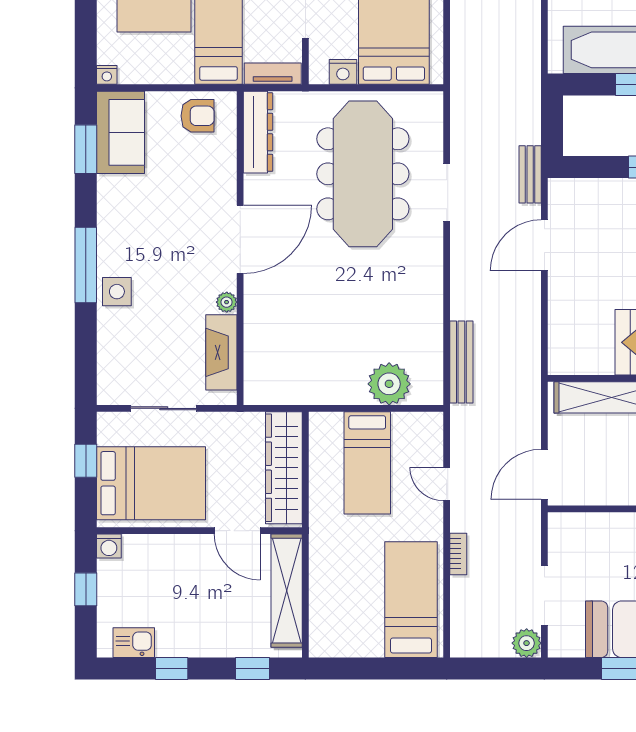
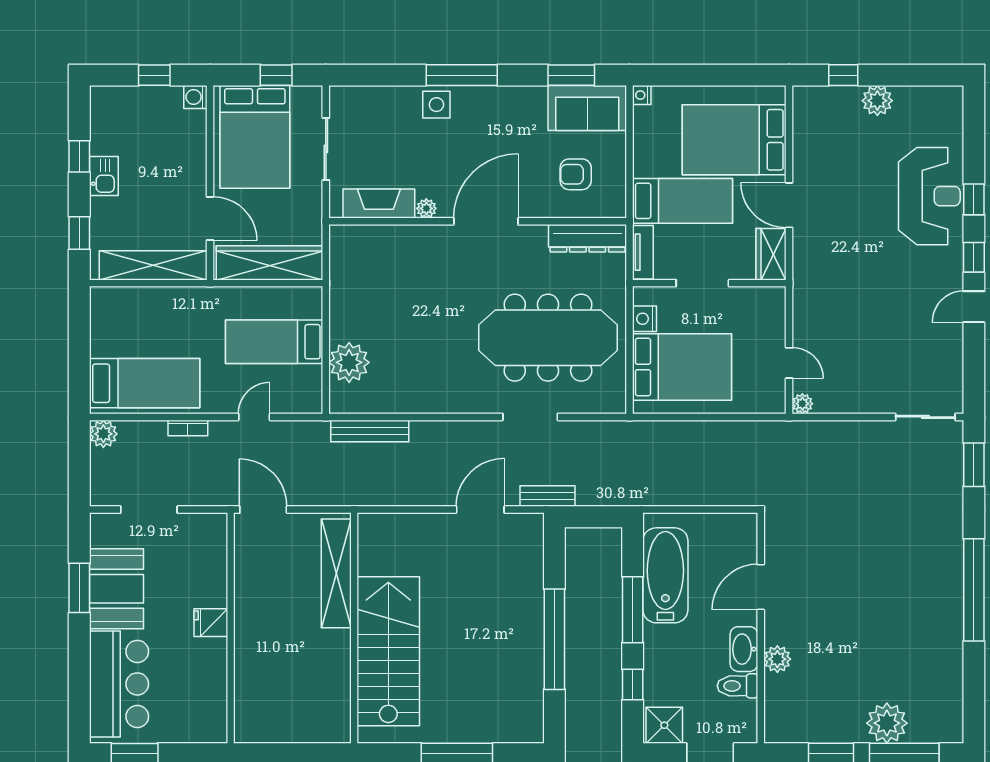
armchair: (197, 116) -> (576, 174), moved, turned 90
door: (240, 239) -> (486, 221), swing flipped
door: (544, 245) -> (480, 510), hinge flipped
door: (237, 531) -> (210, 218), swing flipped
kitchen sink: (134, 643) -> (104, 176), moved
plant: (527, 643) -> (103, 434), moved

